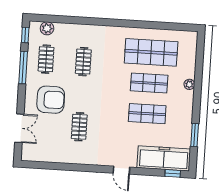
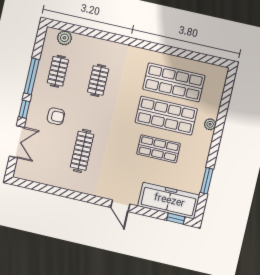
window: (25, 35) -> (24, 109), moved
shop shelf: (149, 83) -> (166, 116), width x1.43, depth x1.36
armchair: (51, 100) -> (56, 116), width x0.53, depth x0.53
clothes rail: (79, 127) -> (82, 151), width x1.36

